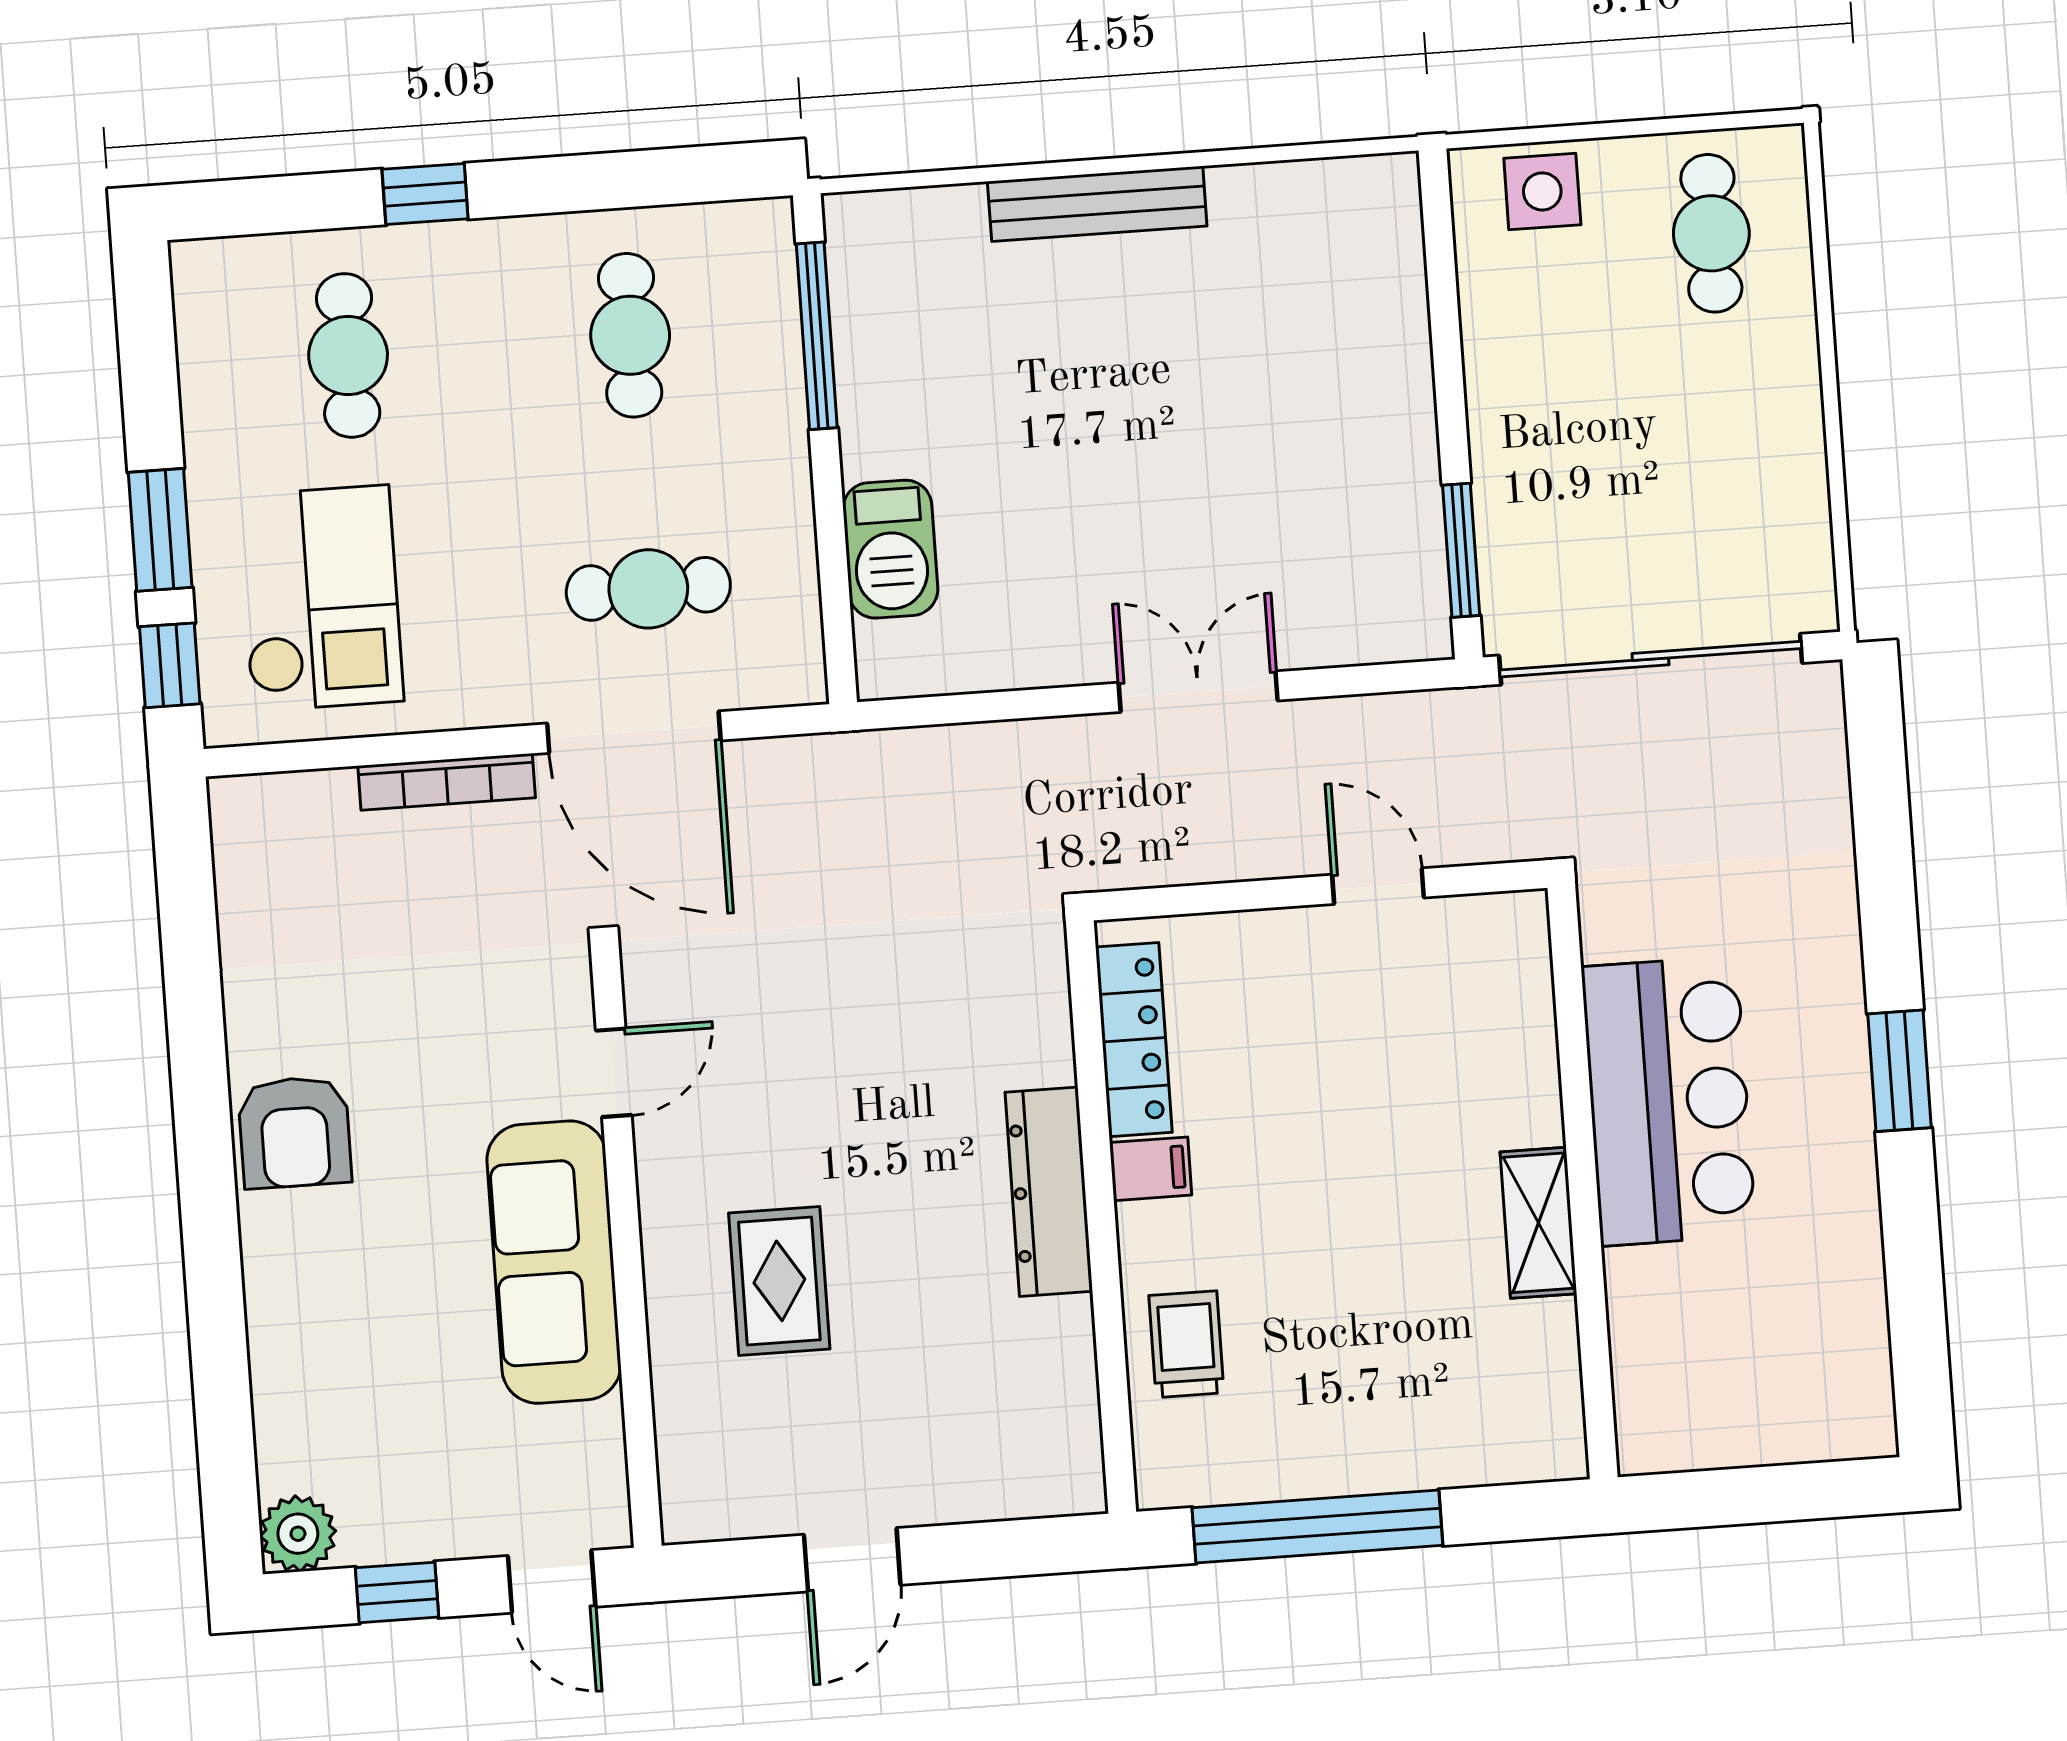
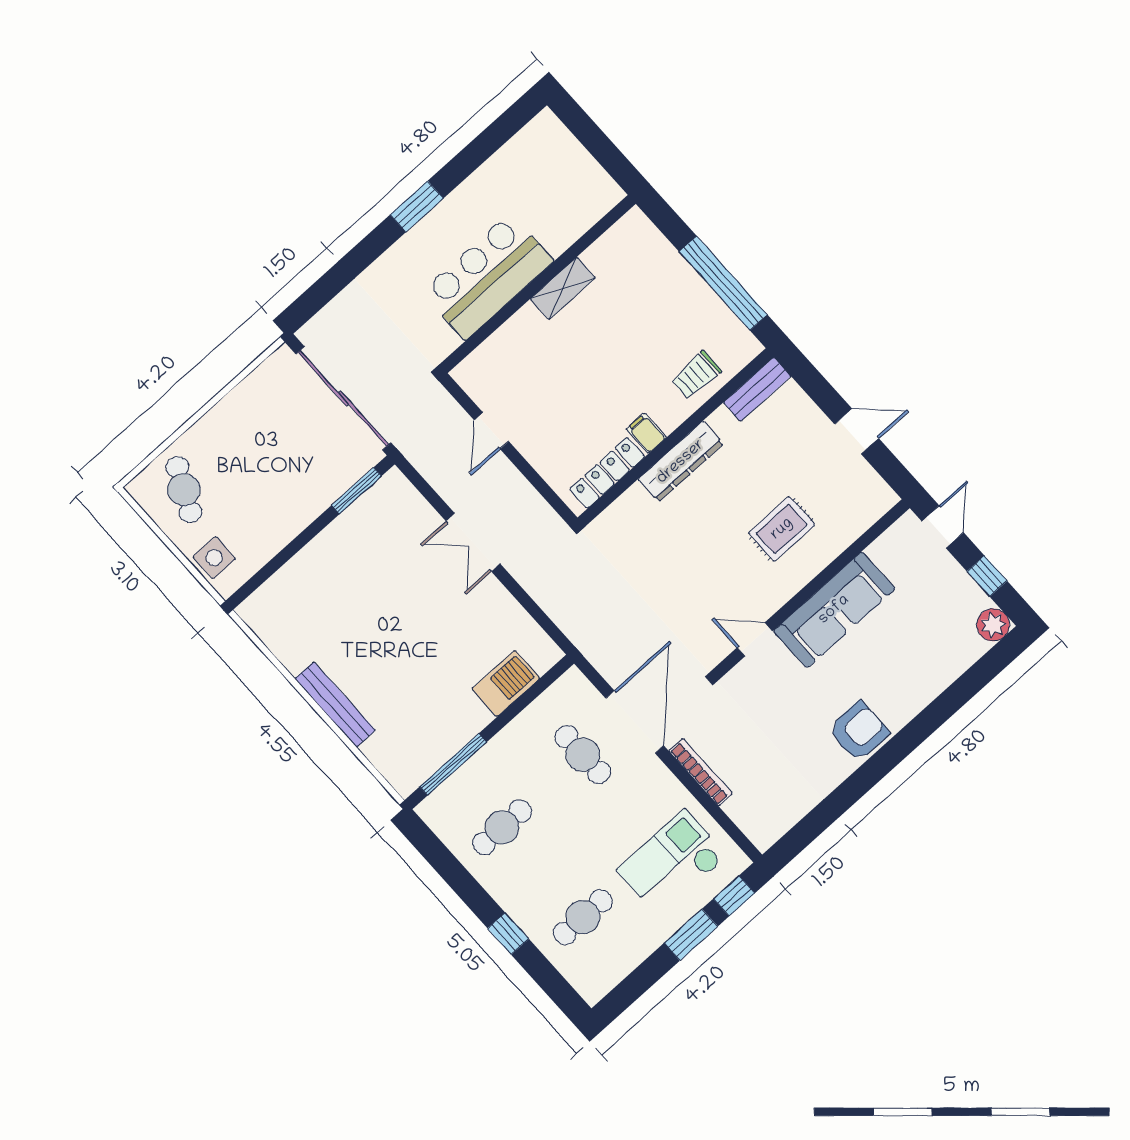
cafe table: (1711, 233) -> (184, 490), turned -64
bench: (1073, 1436) -> (757, 389), added

